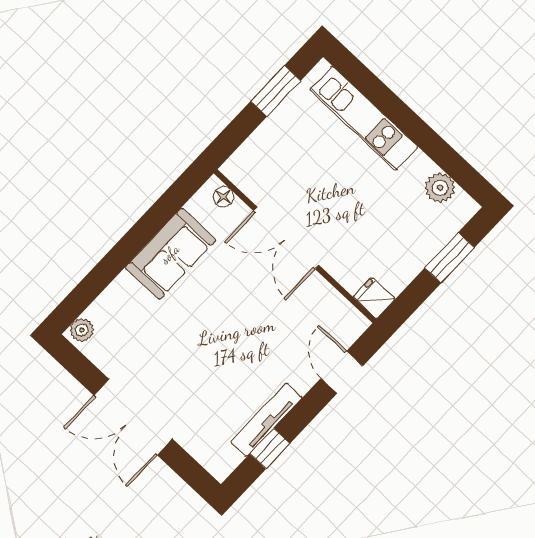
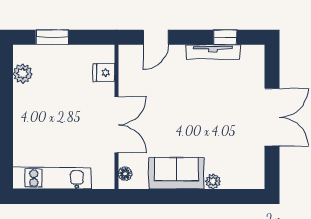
window: (276, 91) -> (51, 197), removed
kitchen unit: (364, 118) -> (52, 178), moved, turned -90
fridge: (374, 298) -> (104, 73), moved, turned 90
plant: (82, 330) -> (213, 181), moved

